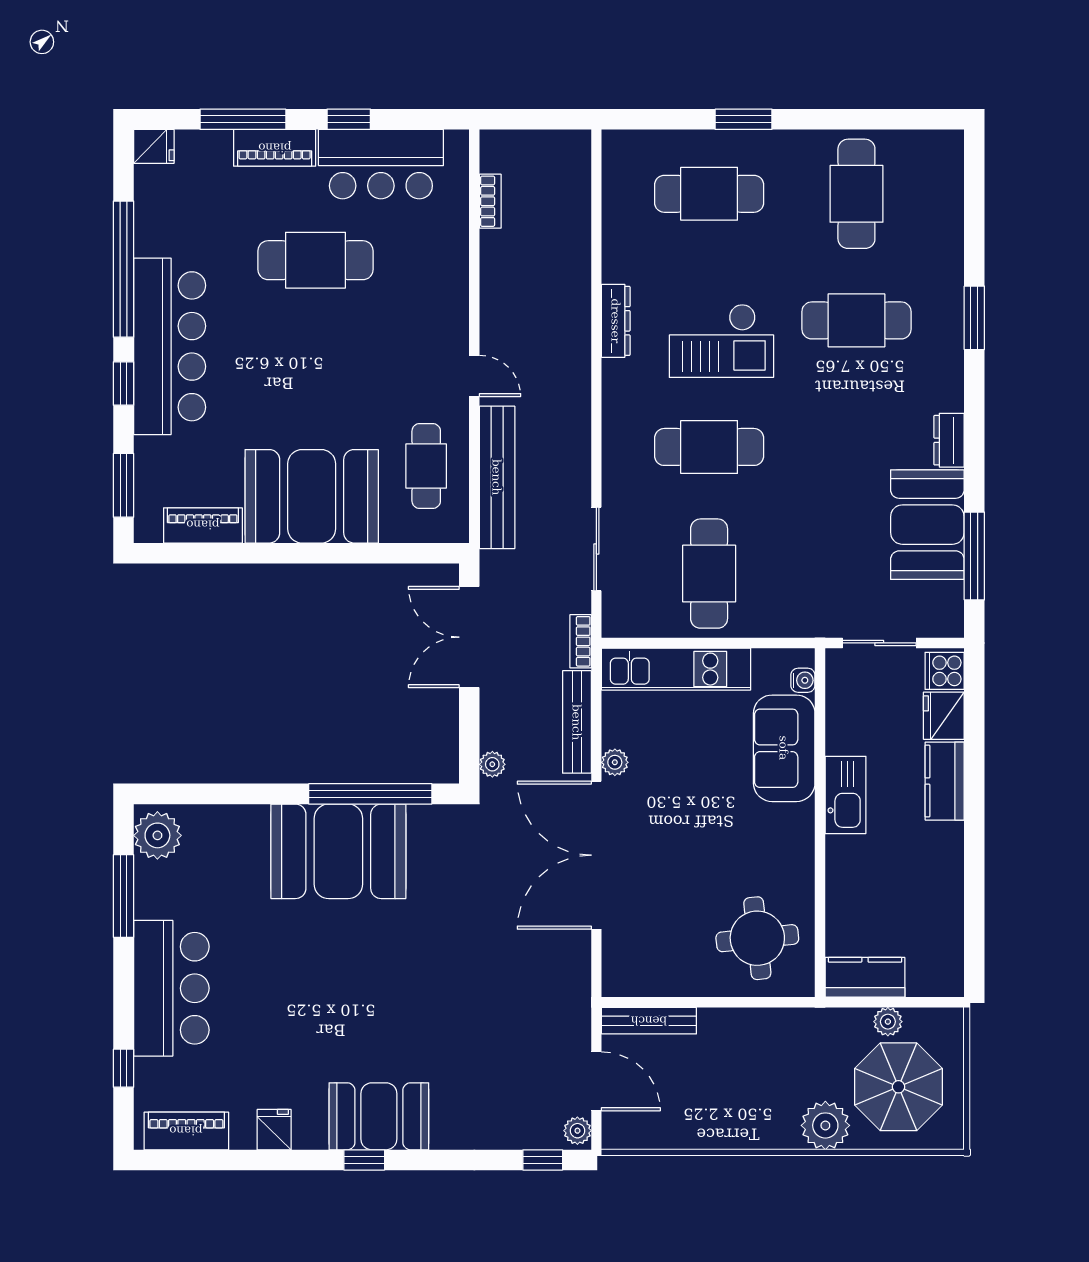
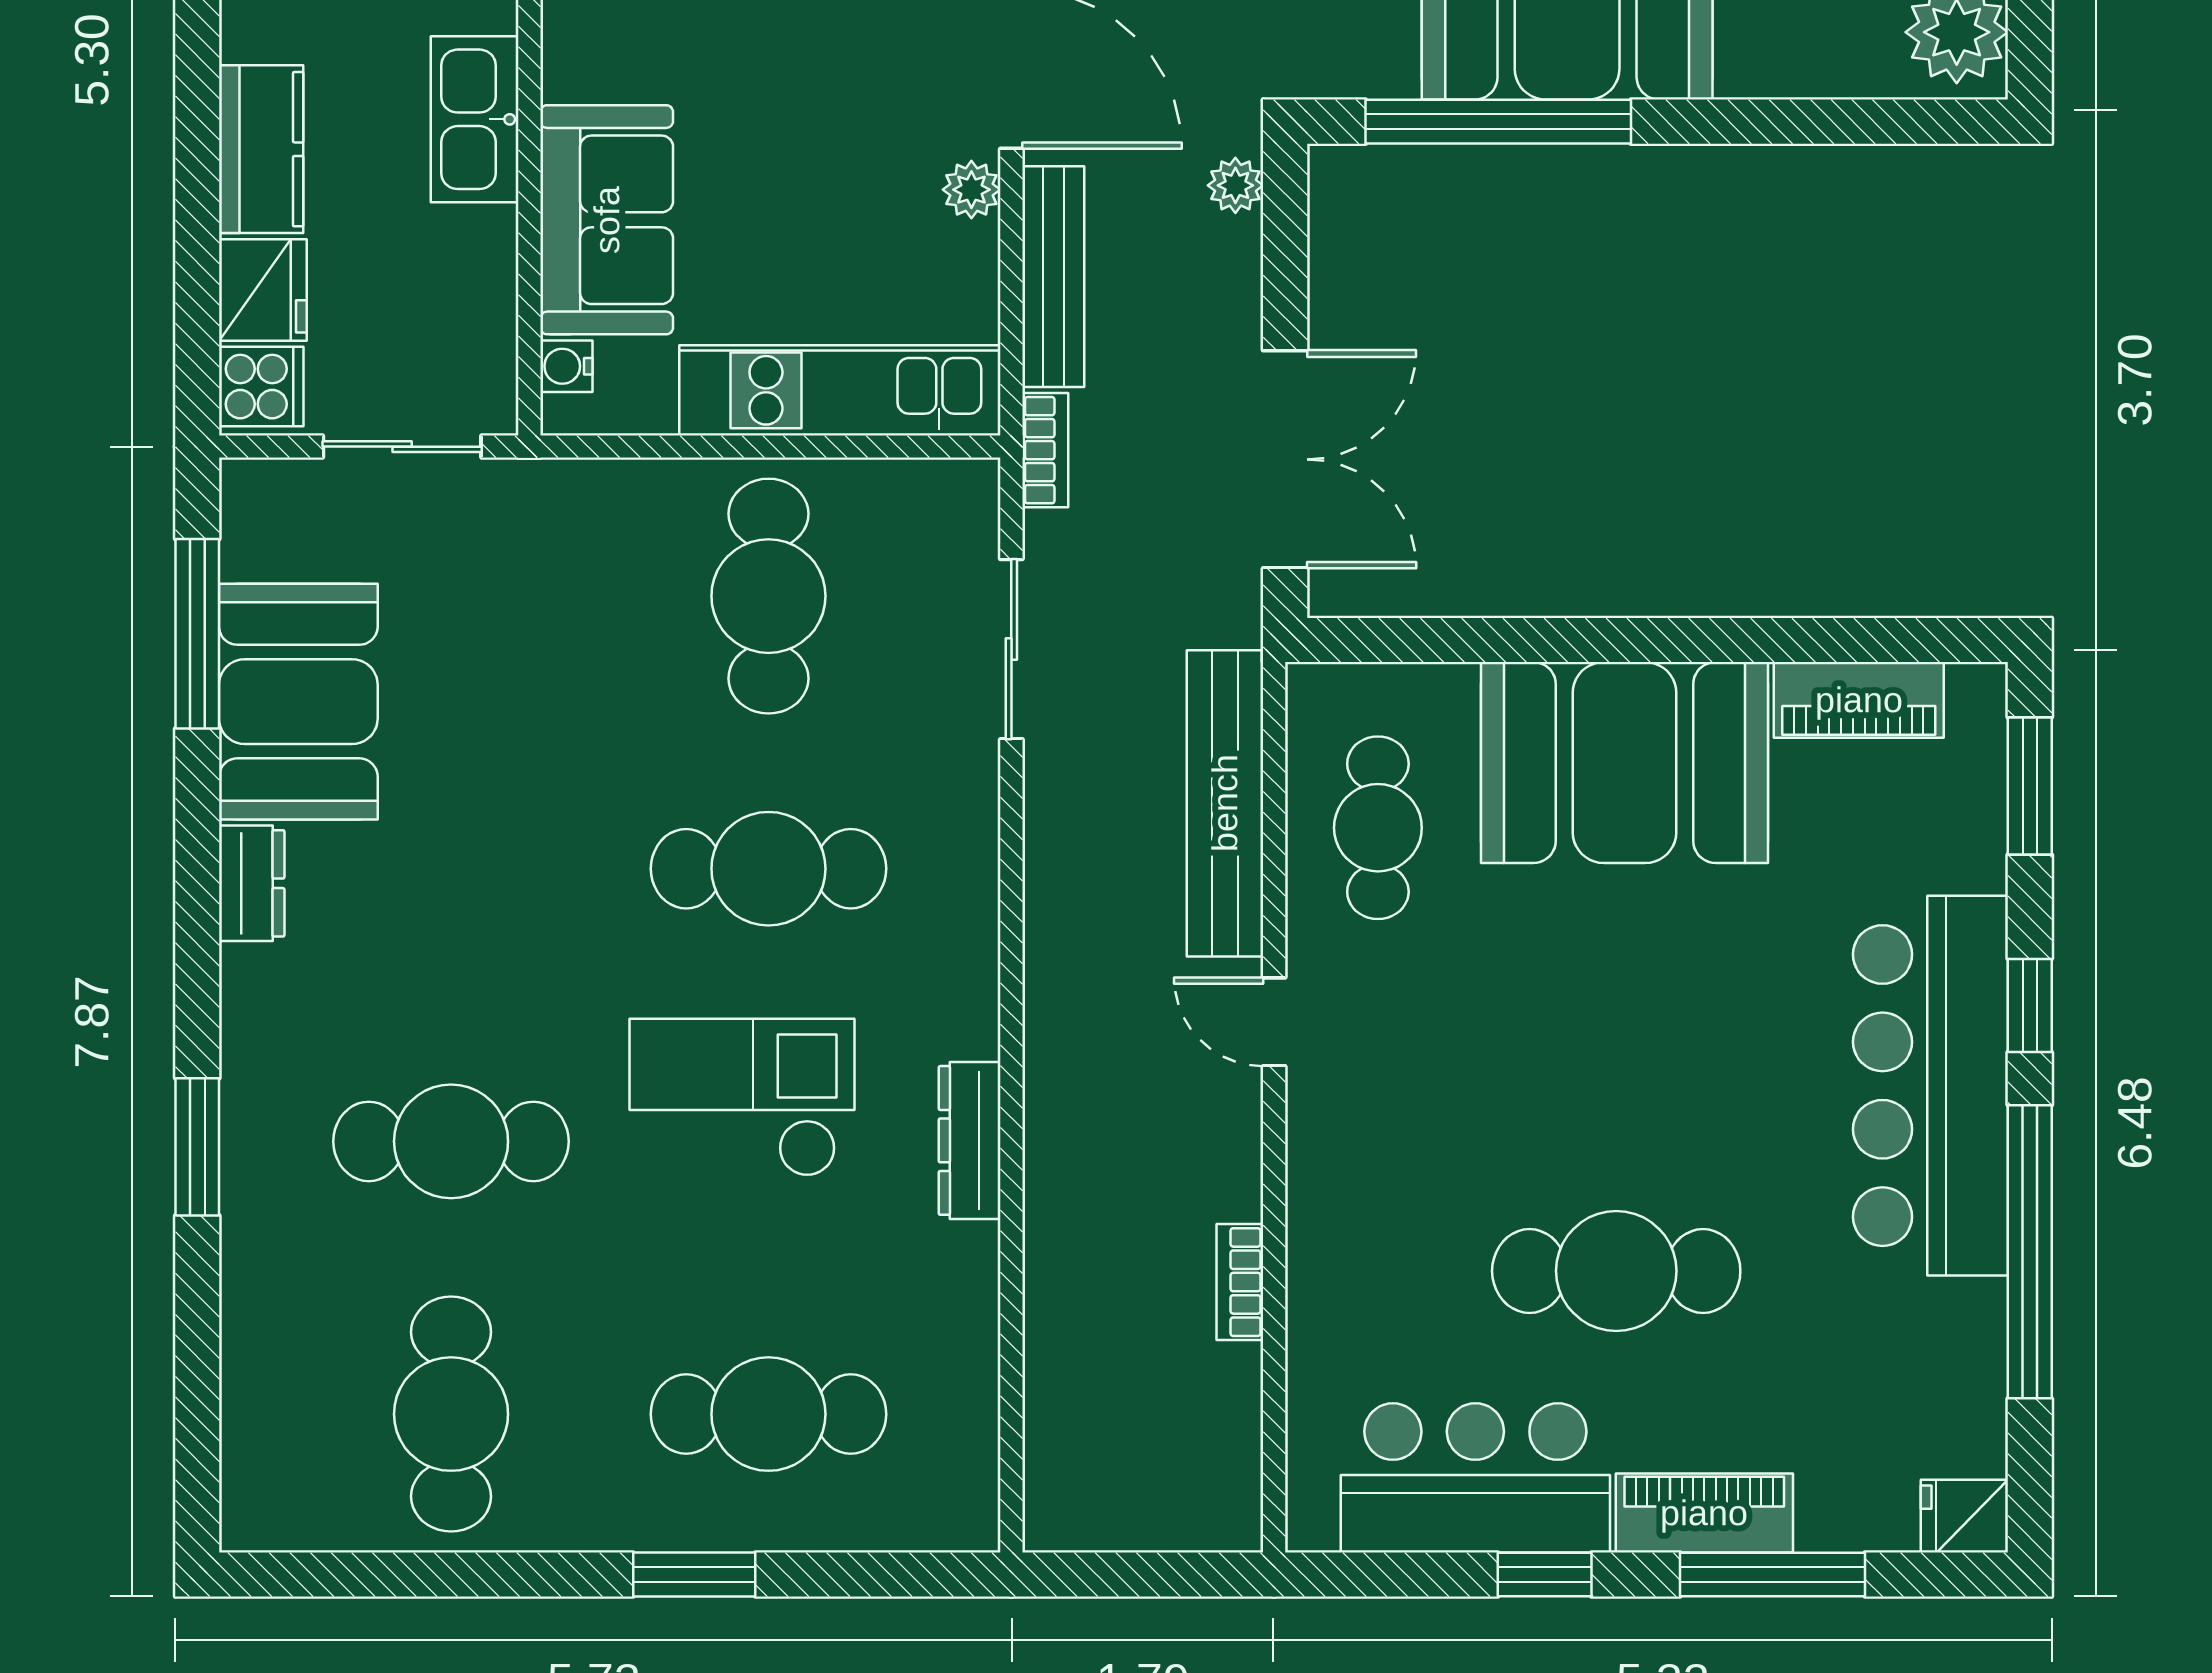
bookcase: (490, 201) -> (1240, 1282), moved

